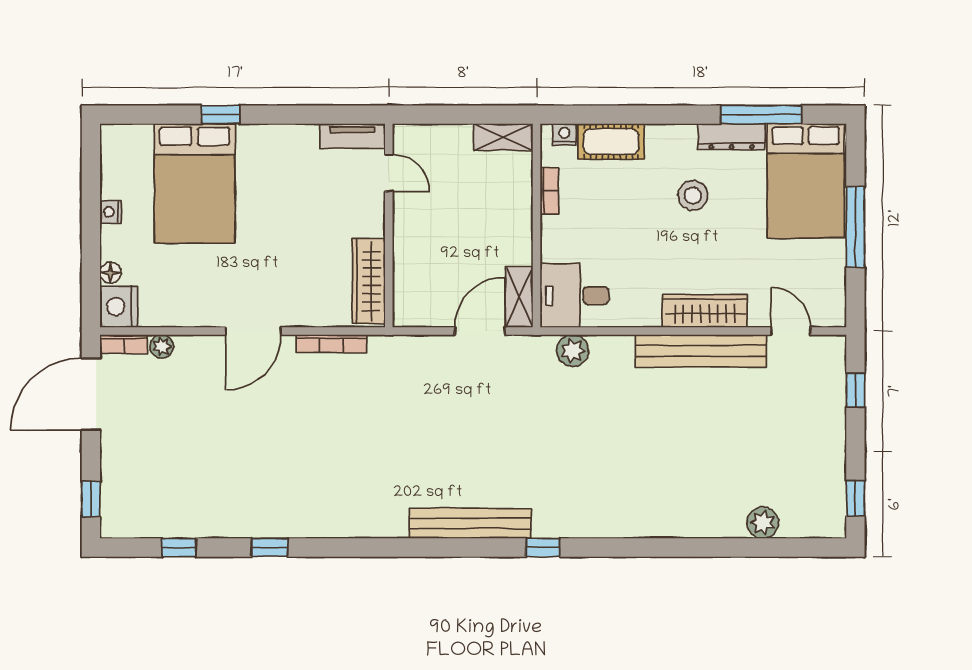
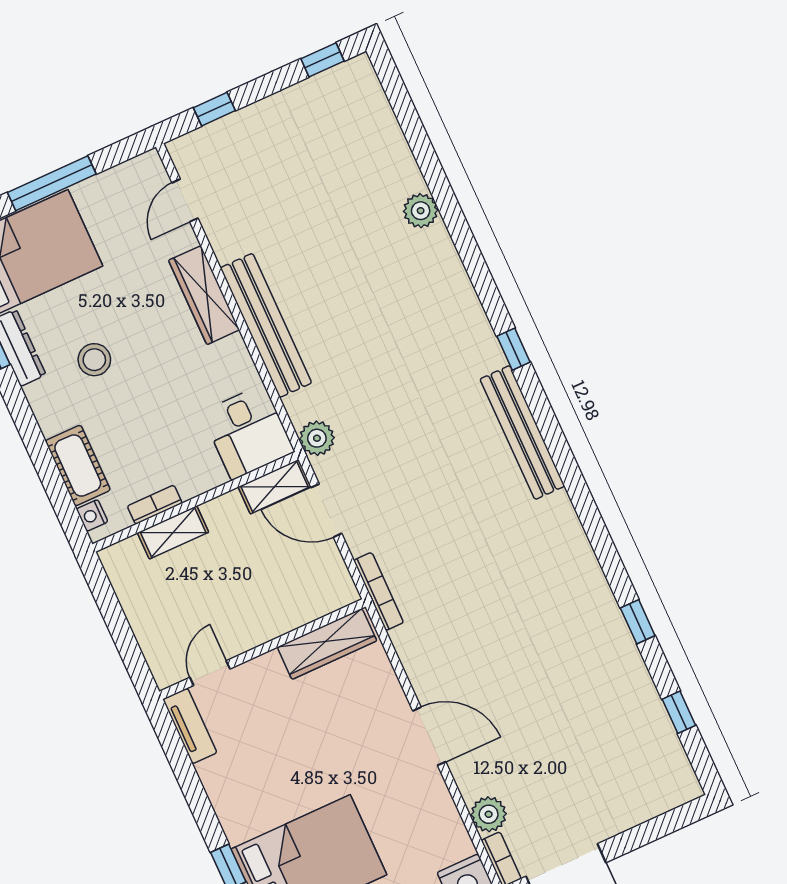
shelving: (503, 137) -> (173, 532), moved, turned 90
bookcase: (331, 344) -> (379, 591), moved
plant: (162, 346) -> (489, 814), width x1.38, depth x1.38
plant: (573, 351) -> (317, 438), moved
bench: (701, 351) -> (266, 325), moved
window: (91, 499) -> (671, 822), removed
plant: (763, 523) -> (421, 211), moved

